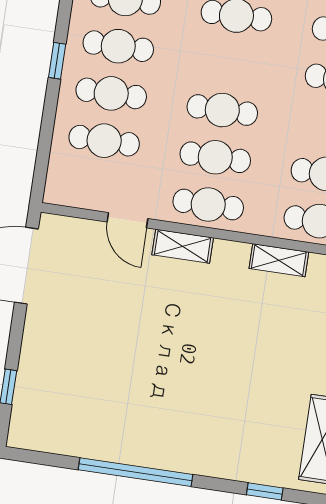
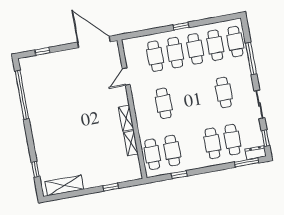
cafe table: (222, 110) -> (184, 100), removed
cafe table: (208, 204) -> (144, 107), removed
shelving: (183, 246) -> (126, 118), moved
window: (136, 472) -> (22, 95), moved

